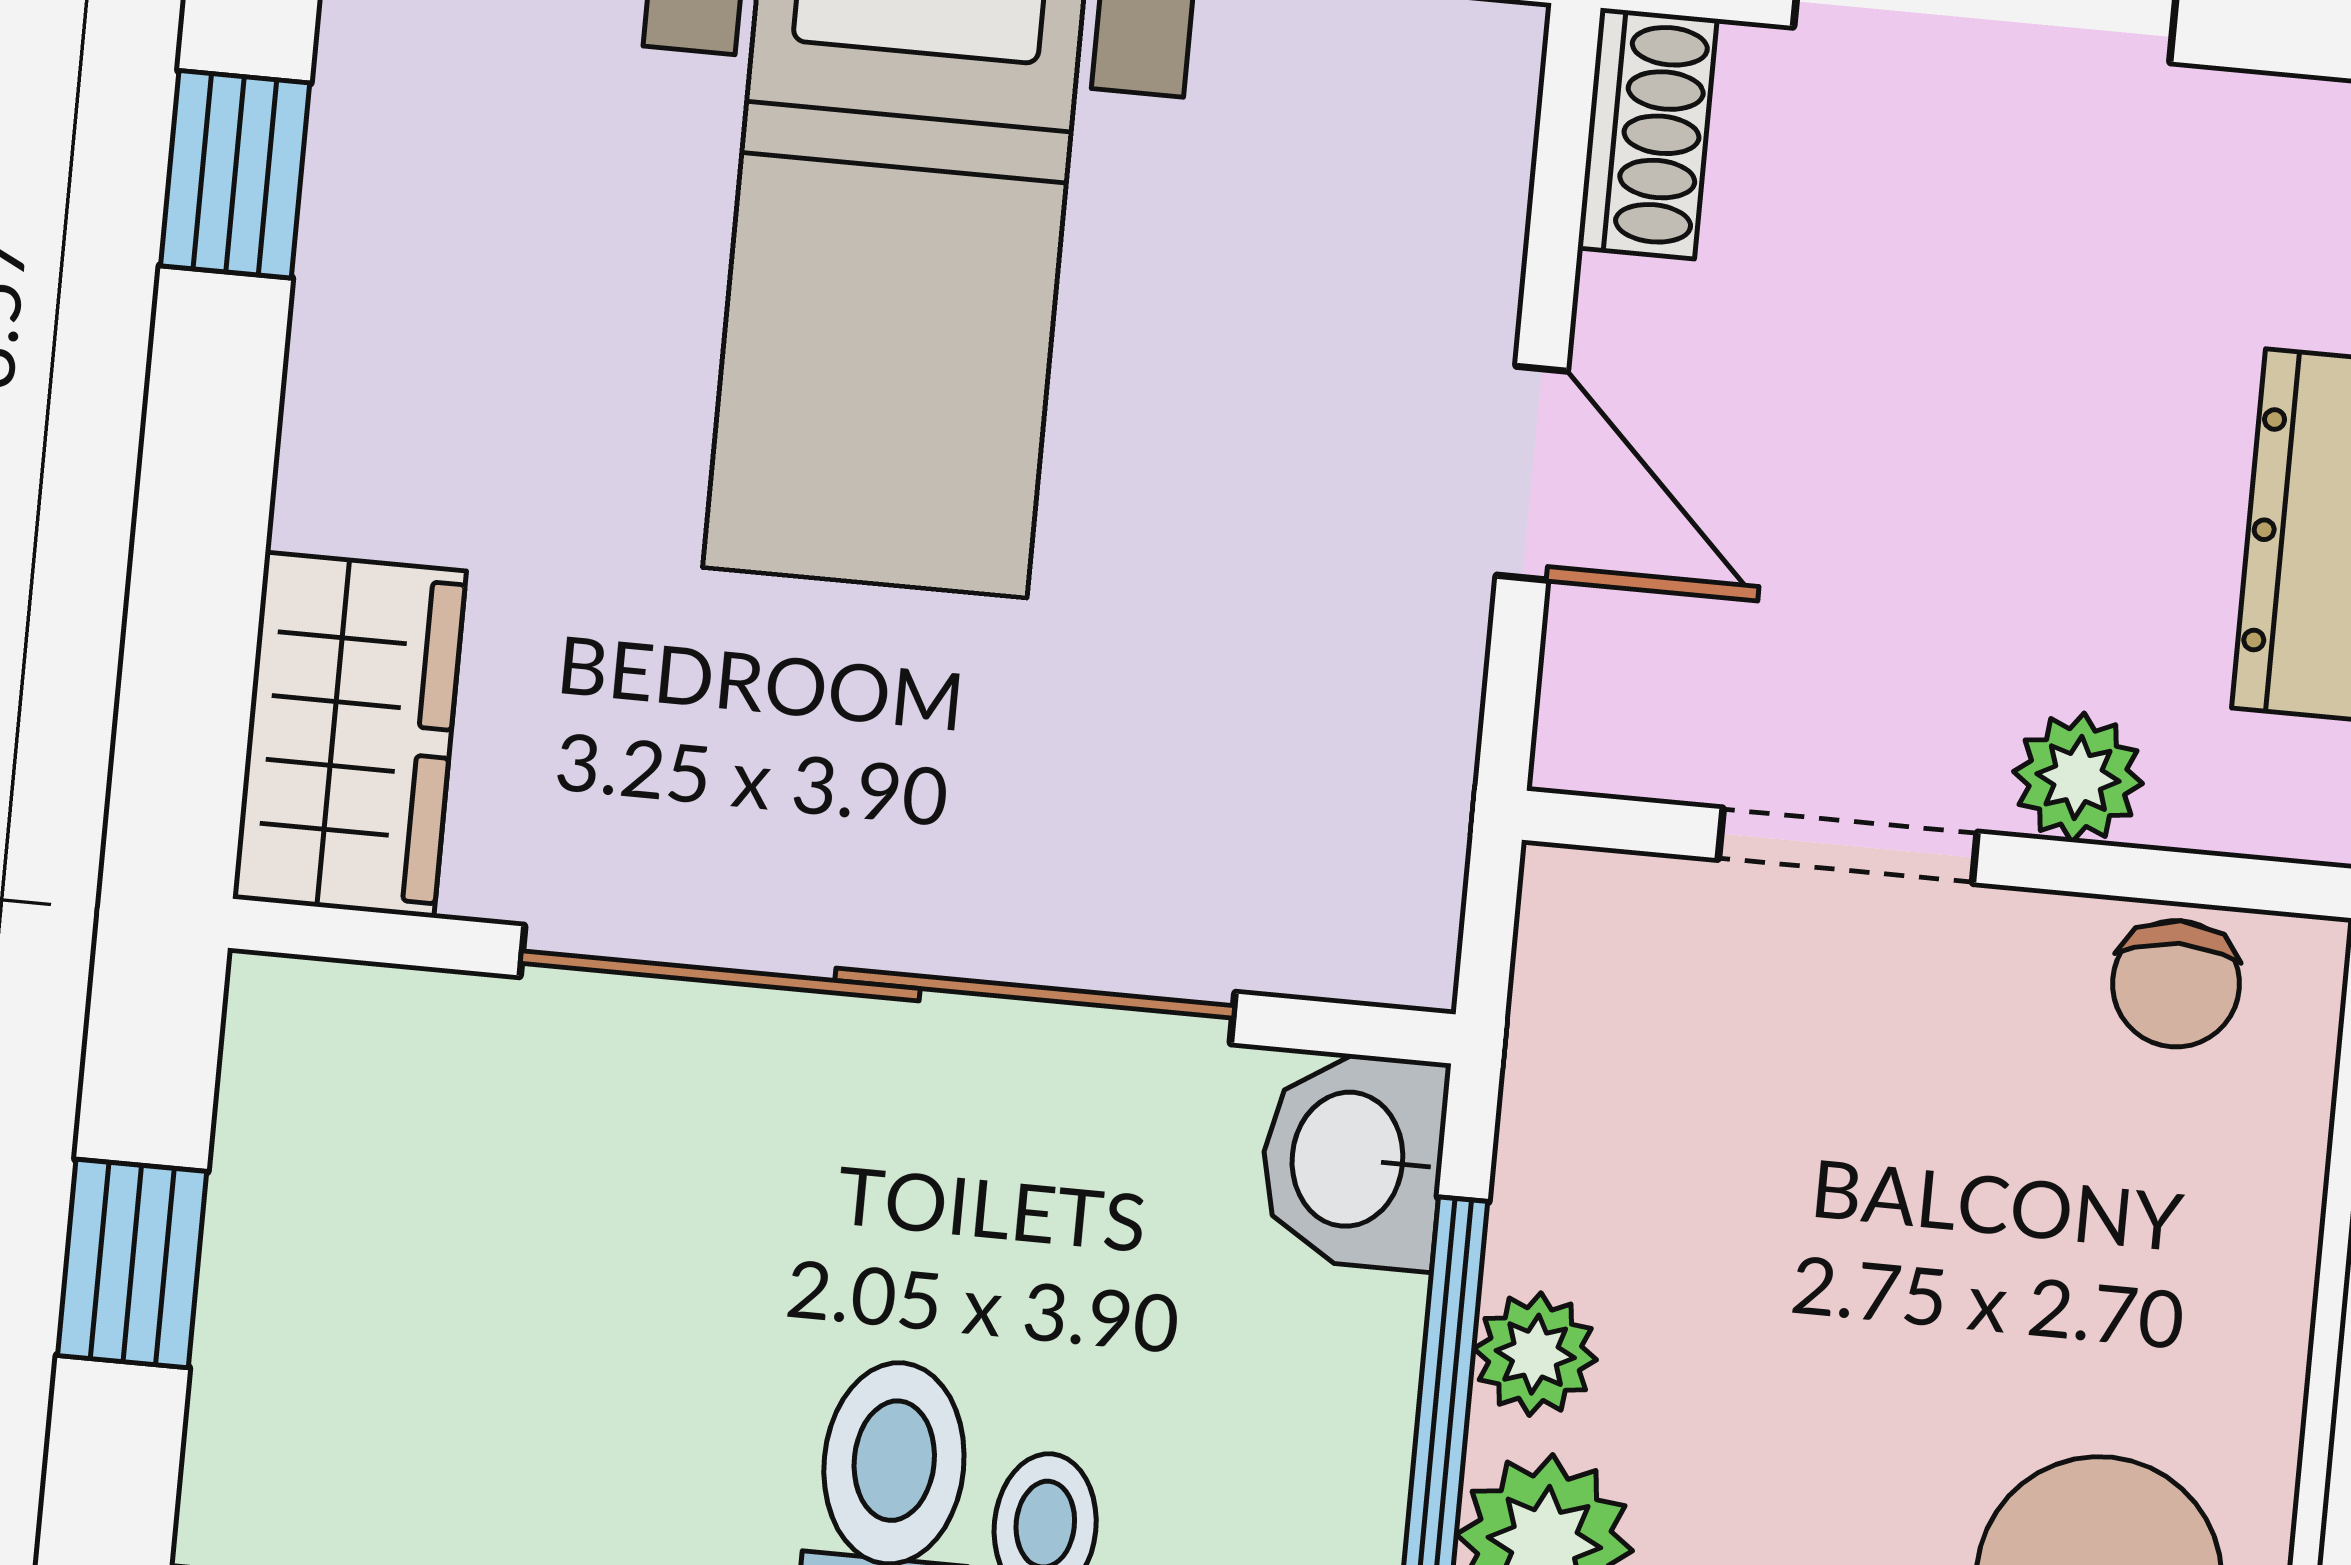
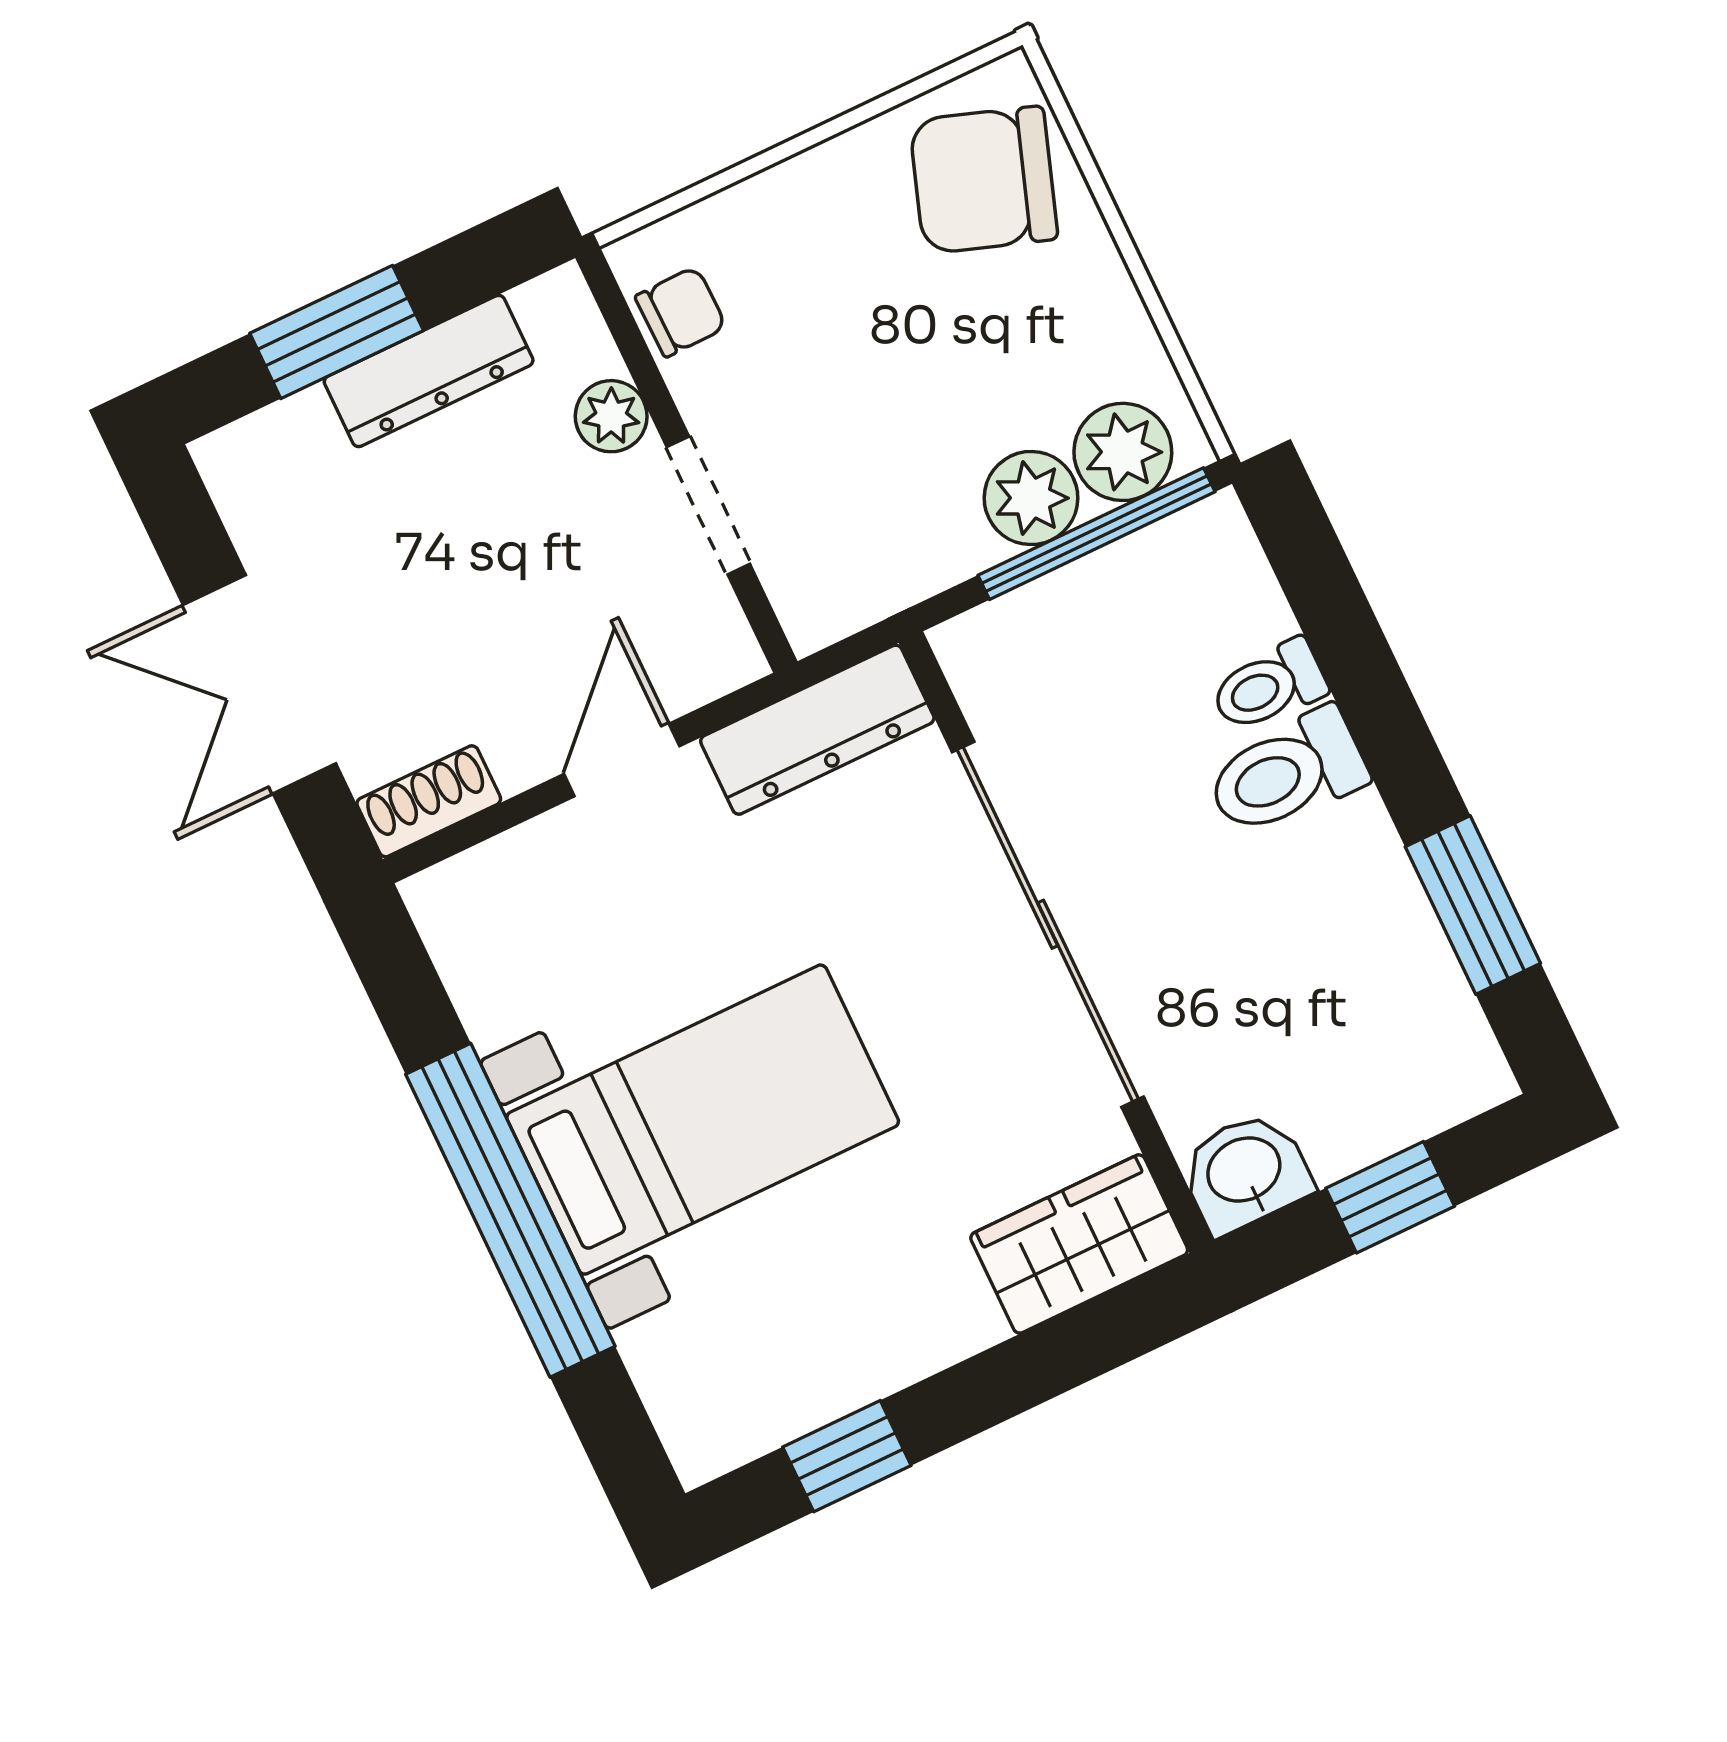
dresser: (1396, 807) -> (817, 730), added
washbasin: (1353, 1160) -> (1245, 1172), moved, turned 180
plant: (1535, 1354) -> (1031, 498), width x1.38, depth x1.38

